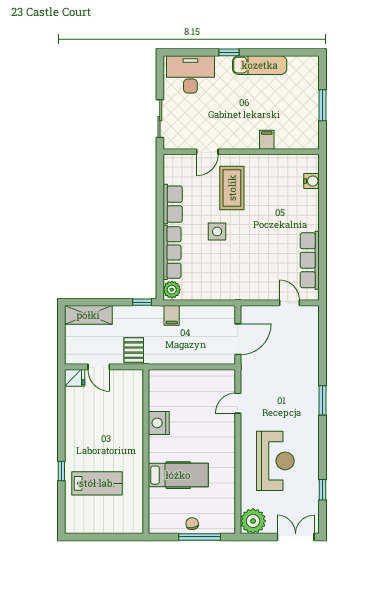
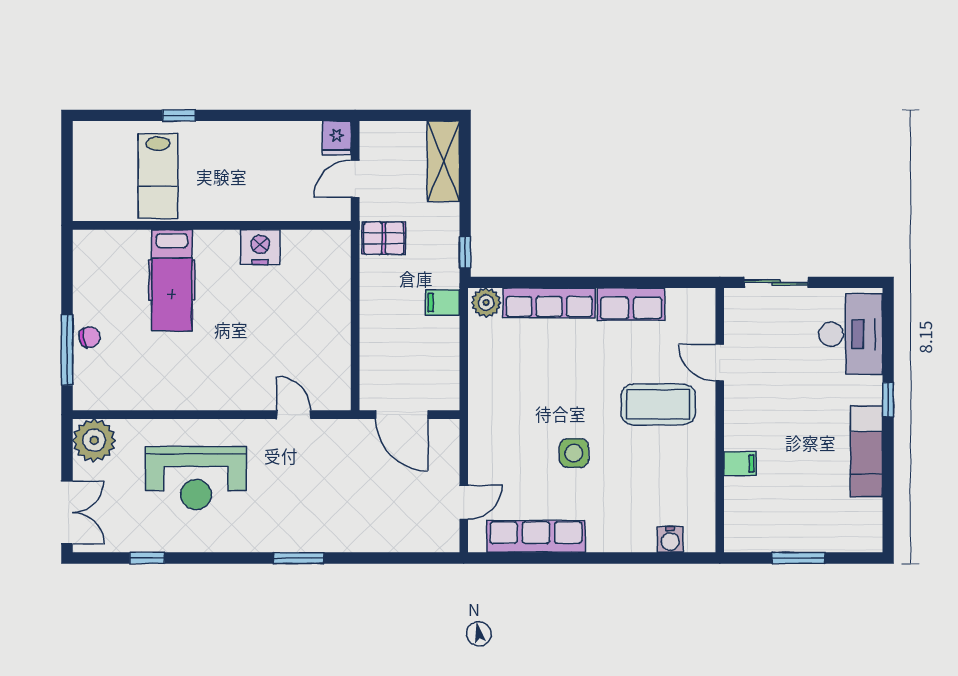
side table: (217, 231) -> (574, 453), moved
nightstand: (159, 423) -> (260, 247), moved
wall: (146, 452) -> (212, 225), moved
hospital bed: (178, 475) -> (172, 280), moved

